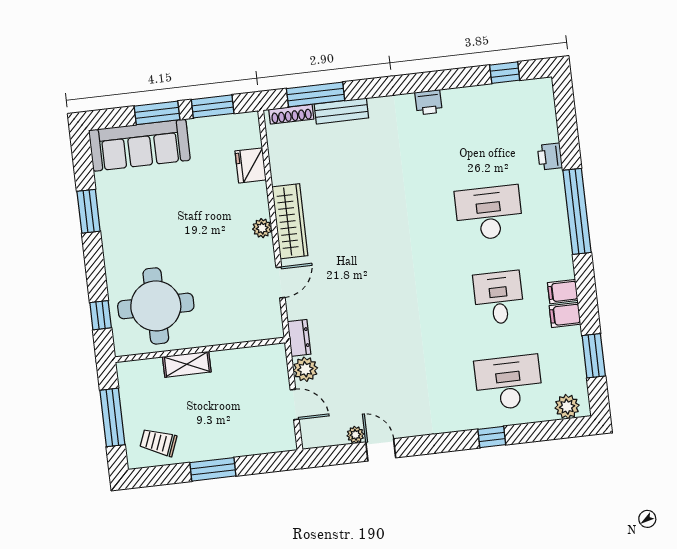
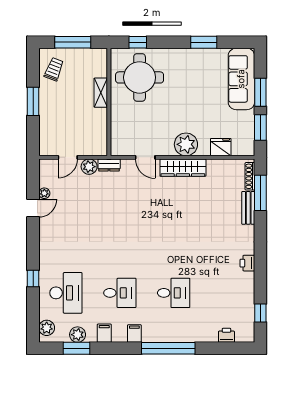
printer: (550, 157) -> (226, 335), moved
desk: (489, 213) -> (174, 293), width x0.73
plant: (262, 228) -> (186, 144), width x1.88, depth x1.88
filing cabinet: (563, 292) -> (134, 333), moved
plant: (572, 357) -> (78, 335), added

